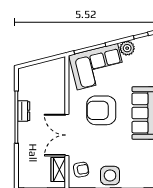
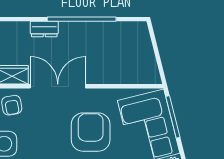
dresser: (24, 111) -> (44, 29), moved

